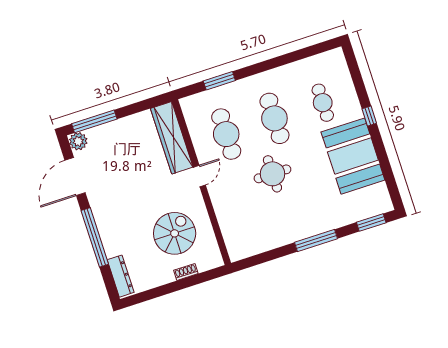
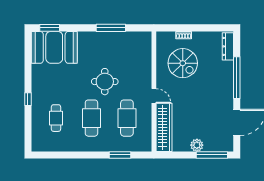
plant: (78, 141) -> (197, 145), moved
booth: (353, 156) -> (54, 47), moved, turned 90
door: (199, 176) -> (154, 96), swing flipped
spiral stairs: (175, 233) -> (183, 63), turned -90
window: (316, 240) -> (111, 28), moved

